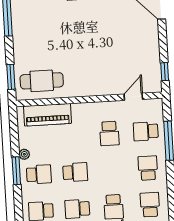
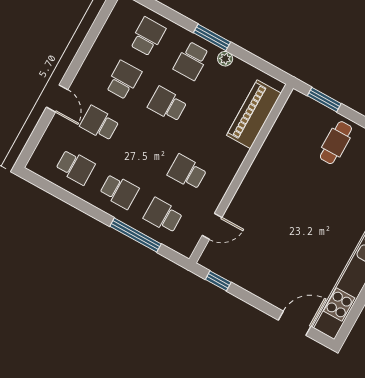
cafe table: (42, 81) -> (336, 143), moved, width x0.73, depth x0.74
door: (133, 97) -> (212, 226), hinge flipped
school desk: (146, 131) -> (163, 215), turned -90
school desk: (75, 172) -> (167, 104), turned 90

